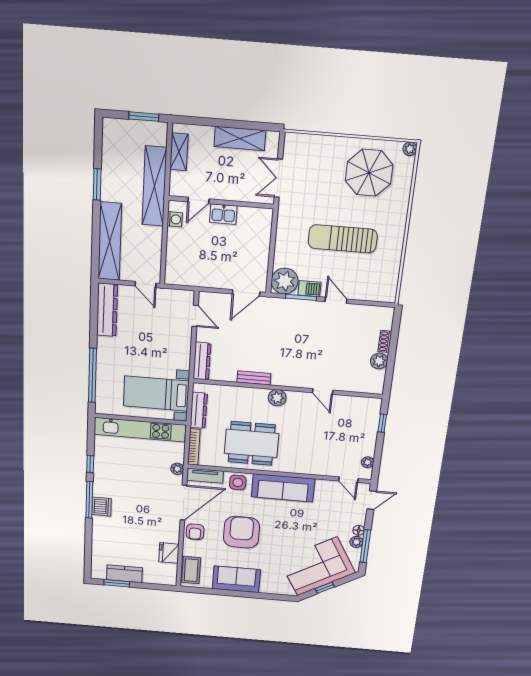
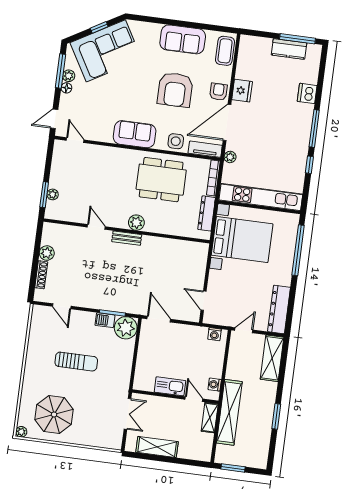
shelving: (179, 152) -> (210, 418), moved
door: (198, 200) -> (194, 399), hinge flipped
kitchen sink: (223, 214) -> (170, 386), width x1.38
sun lounger: (343, 239) -> (76, 362), width x0.73, depth x0.75
shelving: (110, 241) -> (272, 358), width x0.68
washing machine: (179, 278) -> (214, 334), added
door: (146, 285) -> (244, 330), hinge flipped
door: (246, 293) -> (159, 319), hinge flipped
door: (336, 300) -> (62, 306), moved
shoe rack: (385, 341) -> (41, 275), width x1.43
dresser: (202, 361) -> (200, 260), removed
bench: (254, 378) -> (127, 238), moved
bed with nightstands: (156, 394) -> (242, 240), width x1.36
window: (382, 423) -> (44, 195), width x1.50
plant: (368, 462) -> (53, 194), moved
sofa: (283, 488) -> (135, 134), width x0.73
dishwasher: (102, 507) -> (307, 93), moved
fridge: (169, 553) -> (242, 91), moved
window: (117, 583) -> (297, 39), width x1.44

